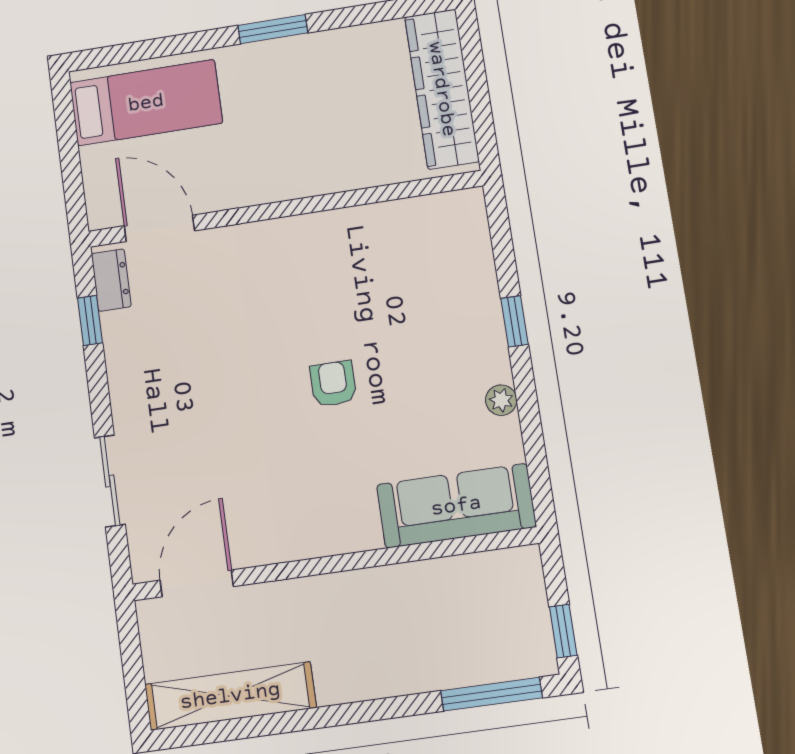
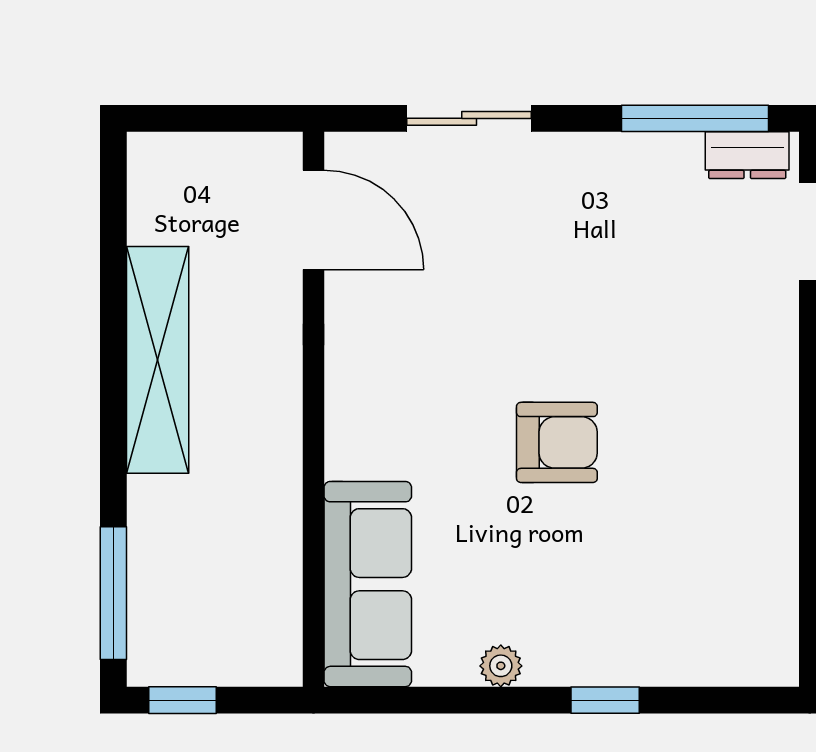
window: (90, 321) -> (695, 118), width x2.17
armchair: (333, 384) -> (557, 442), width x1.38, depth x1.38
shelving: (230, 696) -> (158, 360), moved

